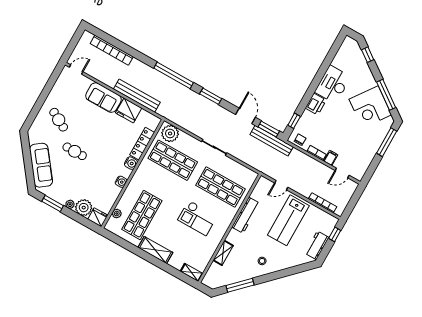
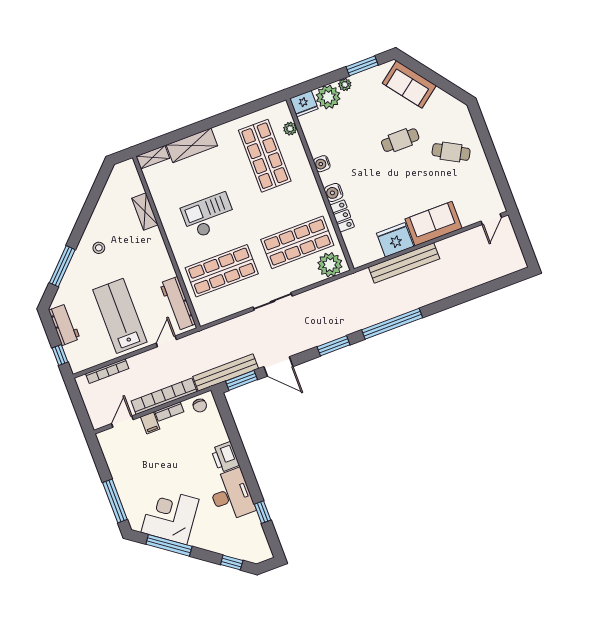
bookcase: (112, 50) -> (164, 396), moved
window: (294, 121) -> (263, 512), moved
locker: (142, 144) -> (342, 216), width x0.66
sofa: (41, 165) -> (409, 84), width x0.73
workbench: (246, 215) -> (177, 304), moved
shelving: (155, 250) -> (192, 145), moved
window: (240, 285) -> (62, 266), moved

